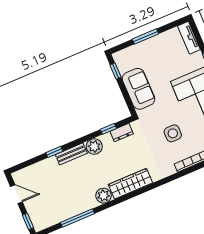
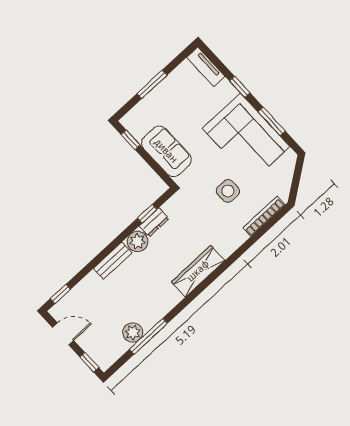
dresser: (122, 133) -> (154, 222), moved
window: (54, 152) -> (60, 294), moved
plant: (104, 196) -> (133, 332), moved

